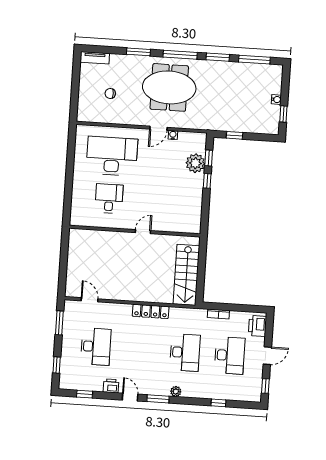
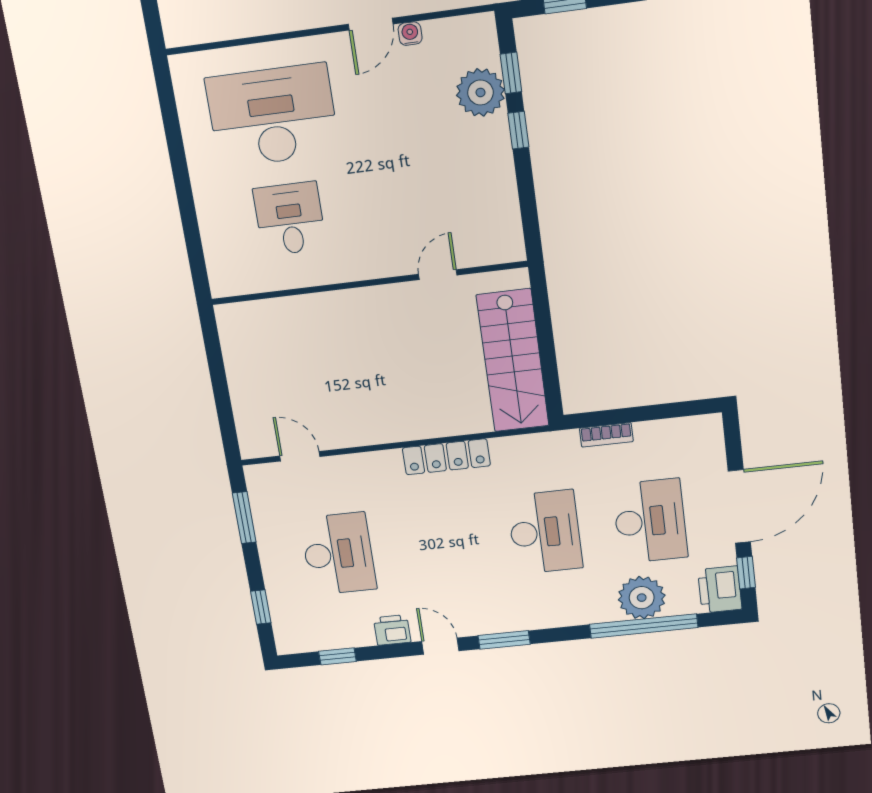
door: (143, 232) -> (438, 275), moved
printer: (258, 326) -> (720, 589), moved
door: (267, 356) -> (739, 507), width x1.87
plant: (176, 391) -> (642, 598), moved, width x1.88, depth x1.88
window: (218, 403) -> (644, 626), width x3.17

